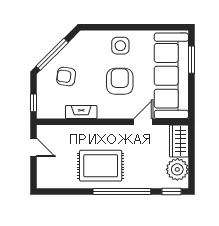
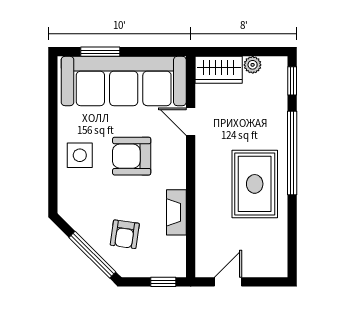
plant: (177, 169) -> (253, 65), width x0.53, depth x0.53

